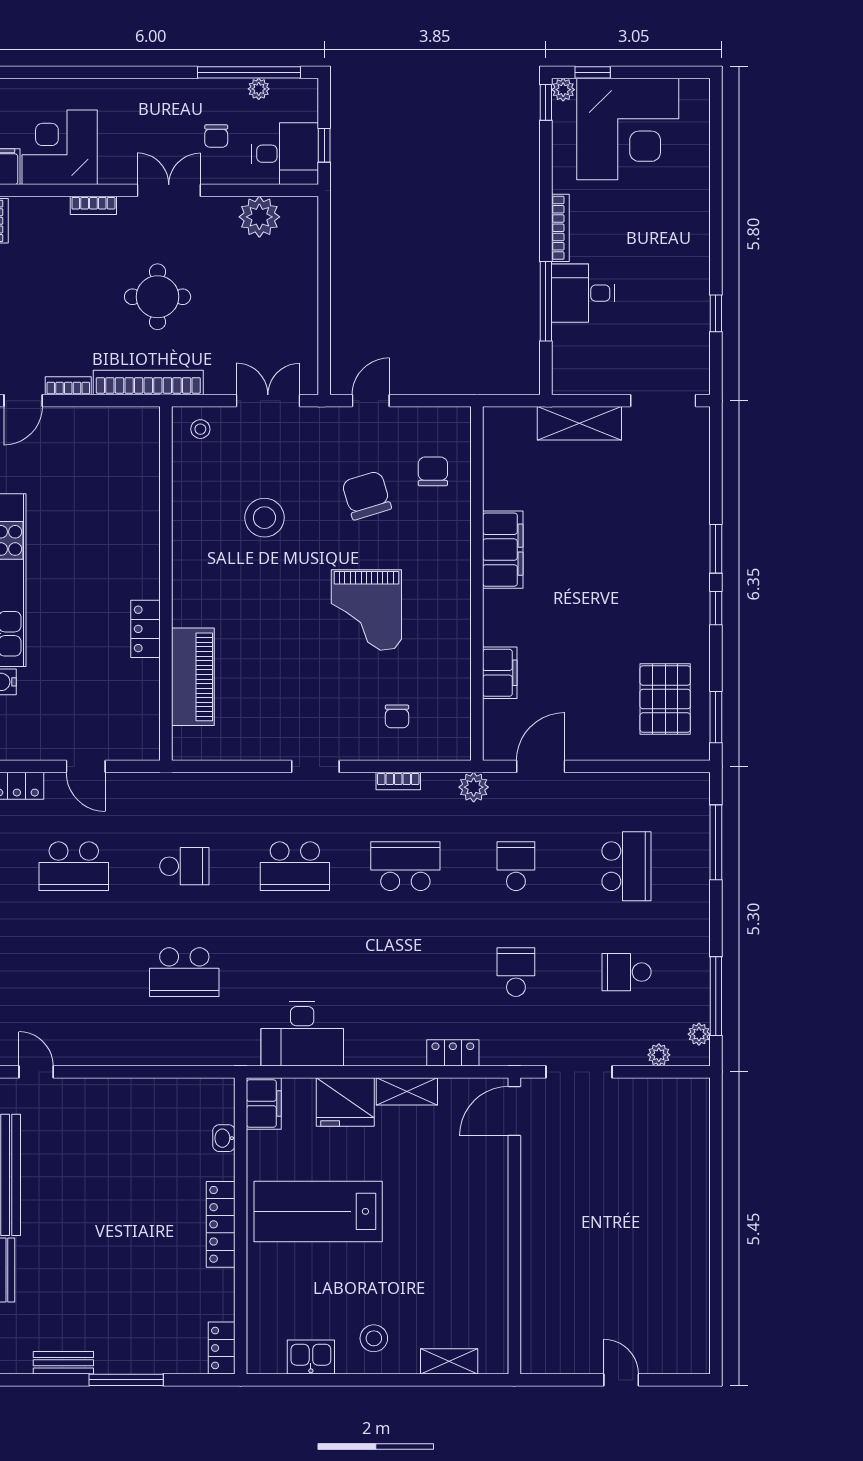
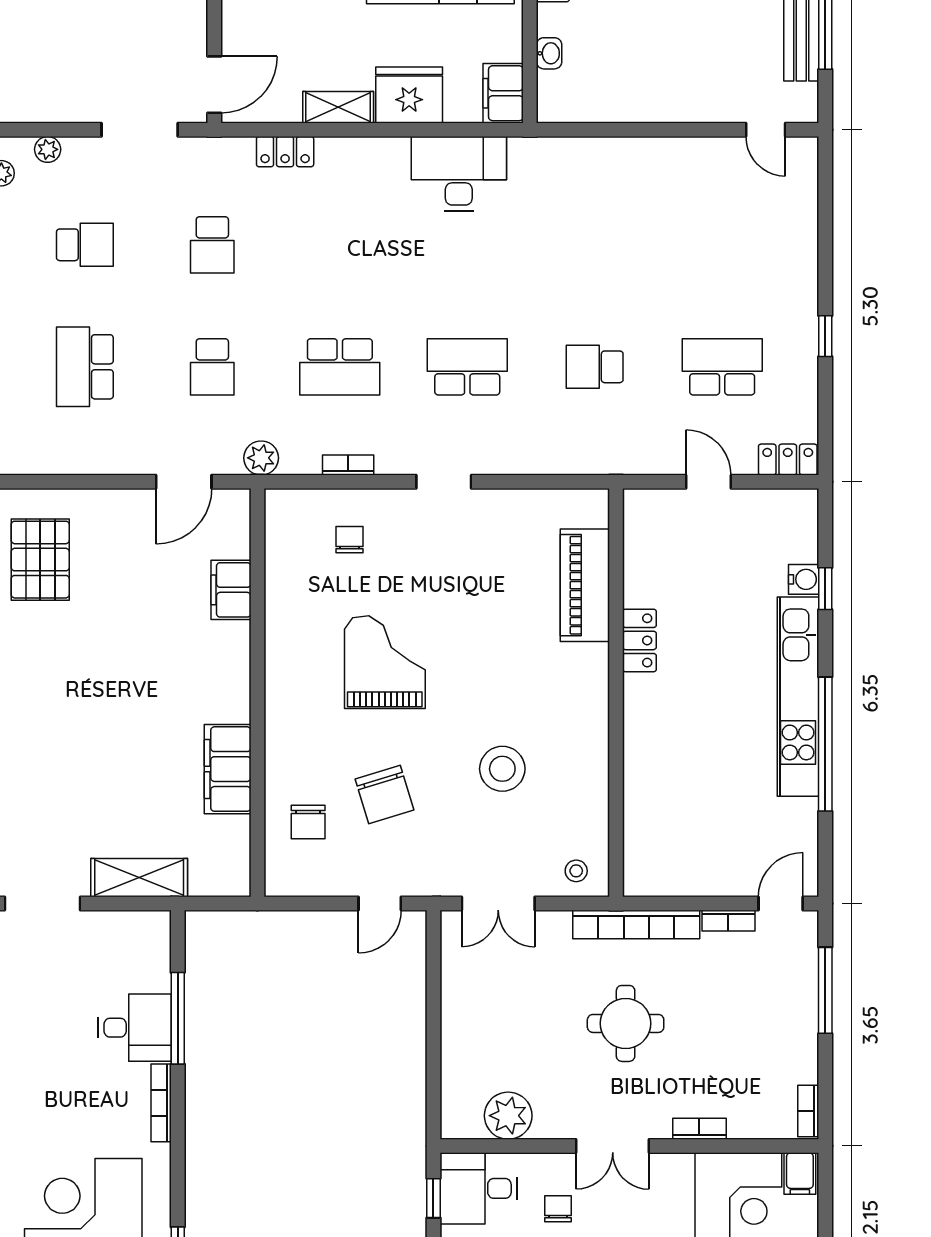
filing cabinet: (503, 550) -> (228, 769), moved
school desk: (184, 972) -> (595, 245), removed

